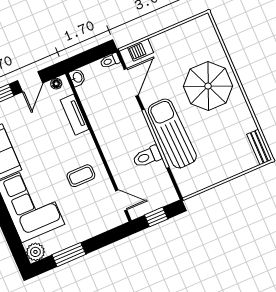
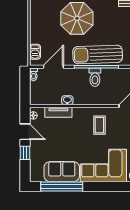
washbasin: (77, 77) -> (67, 100), moved
door: (131, 82) -> (53, 67), hinge flipped
toilet: (147, 157) -> (95, 77), moved

